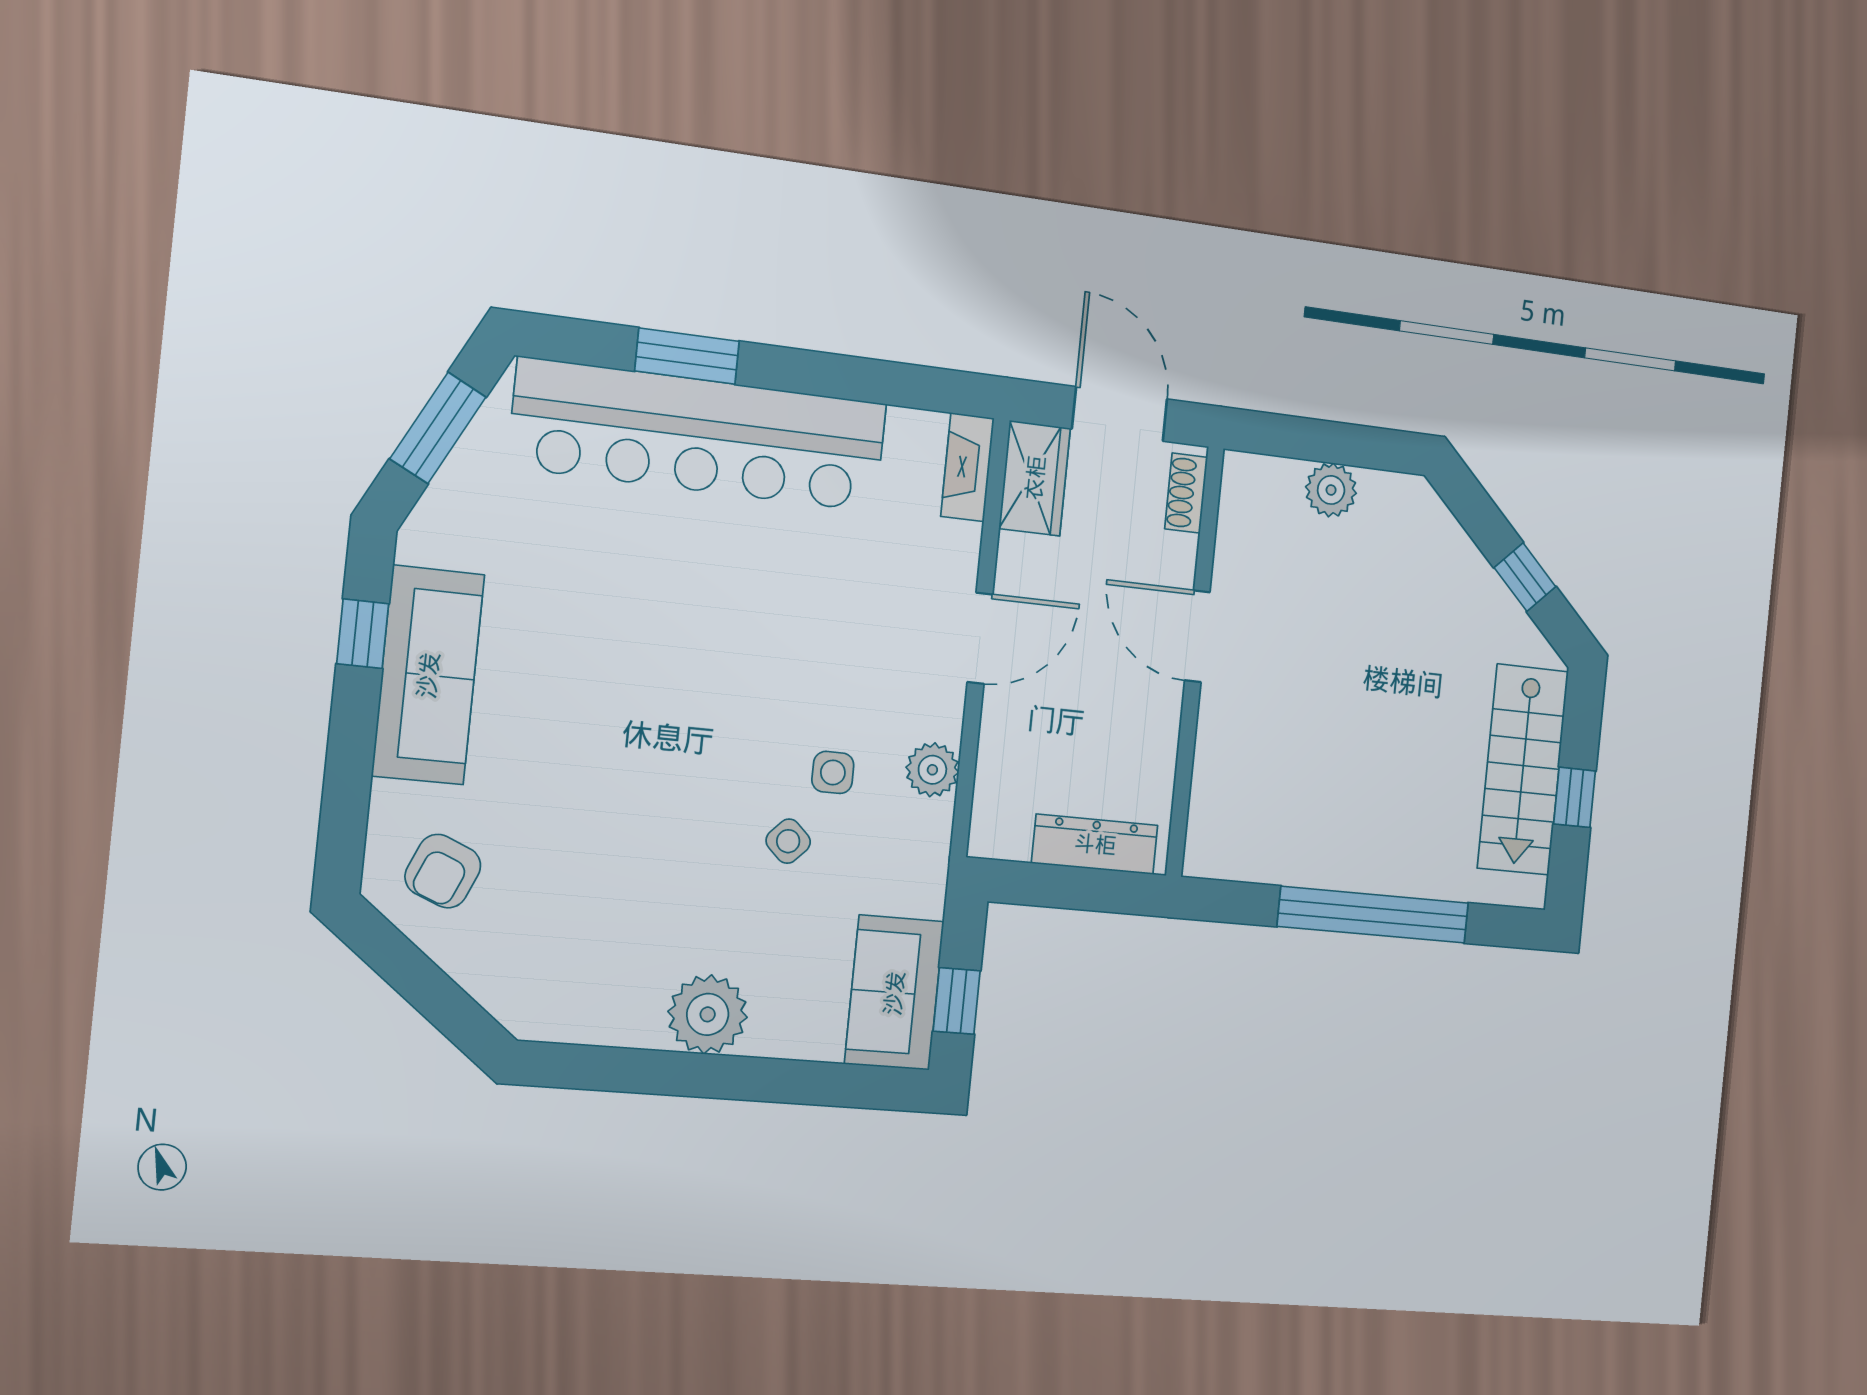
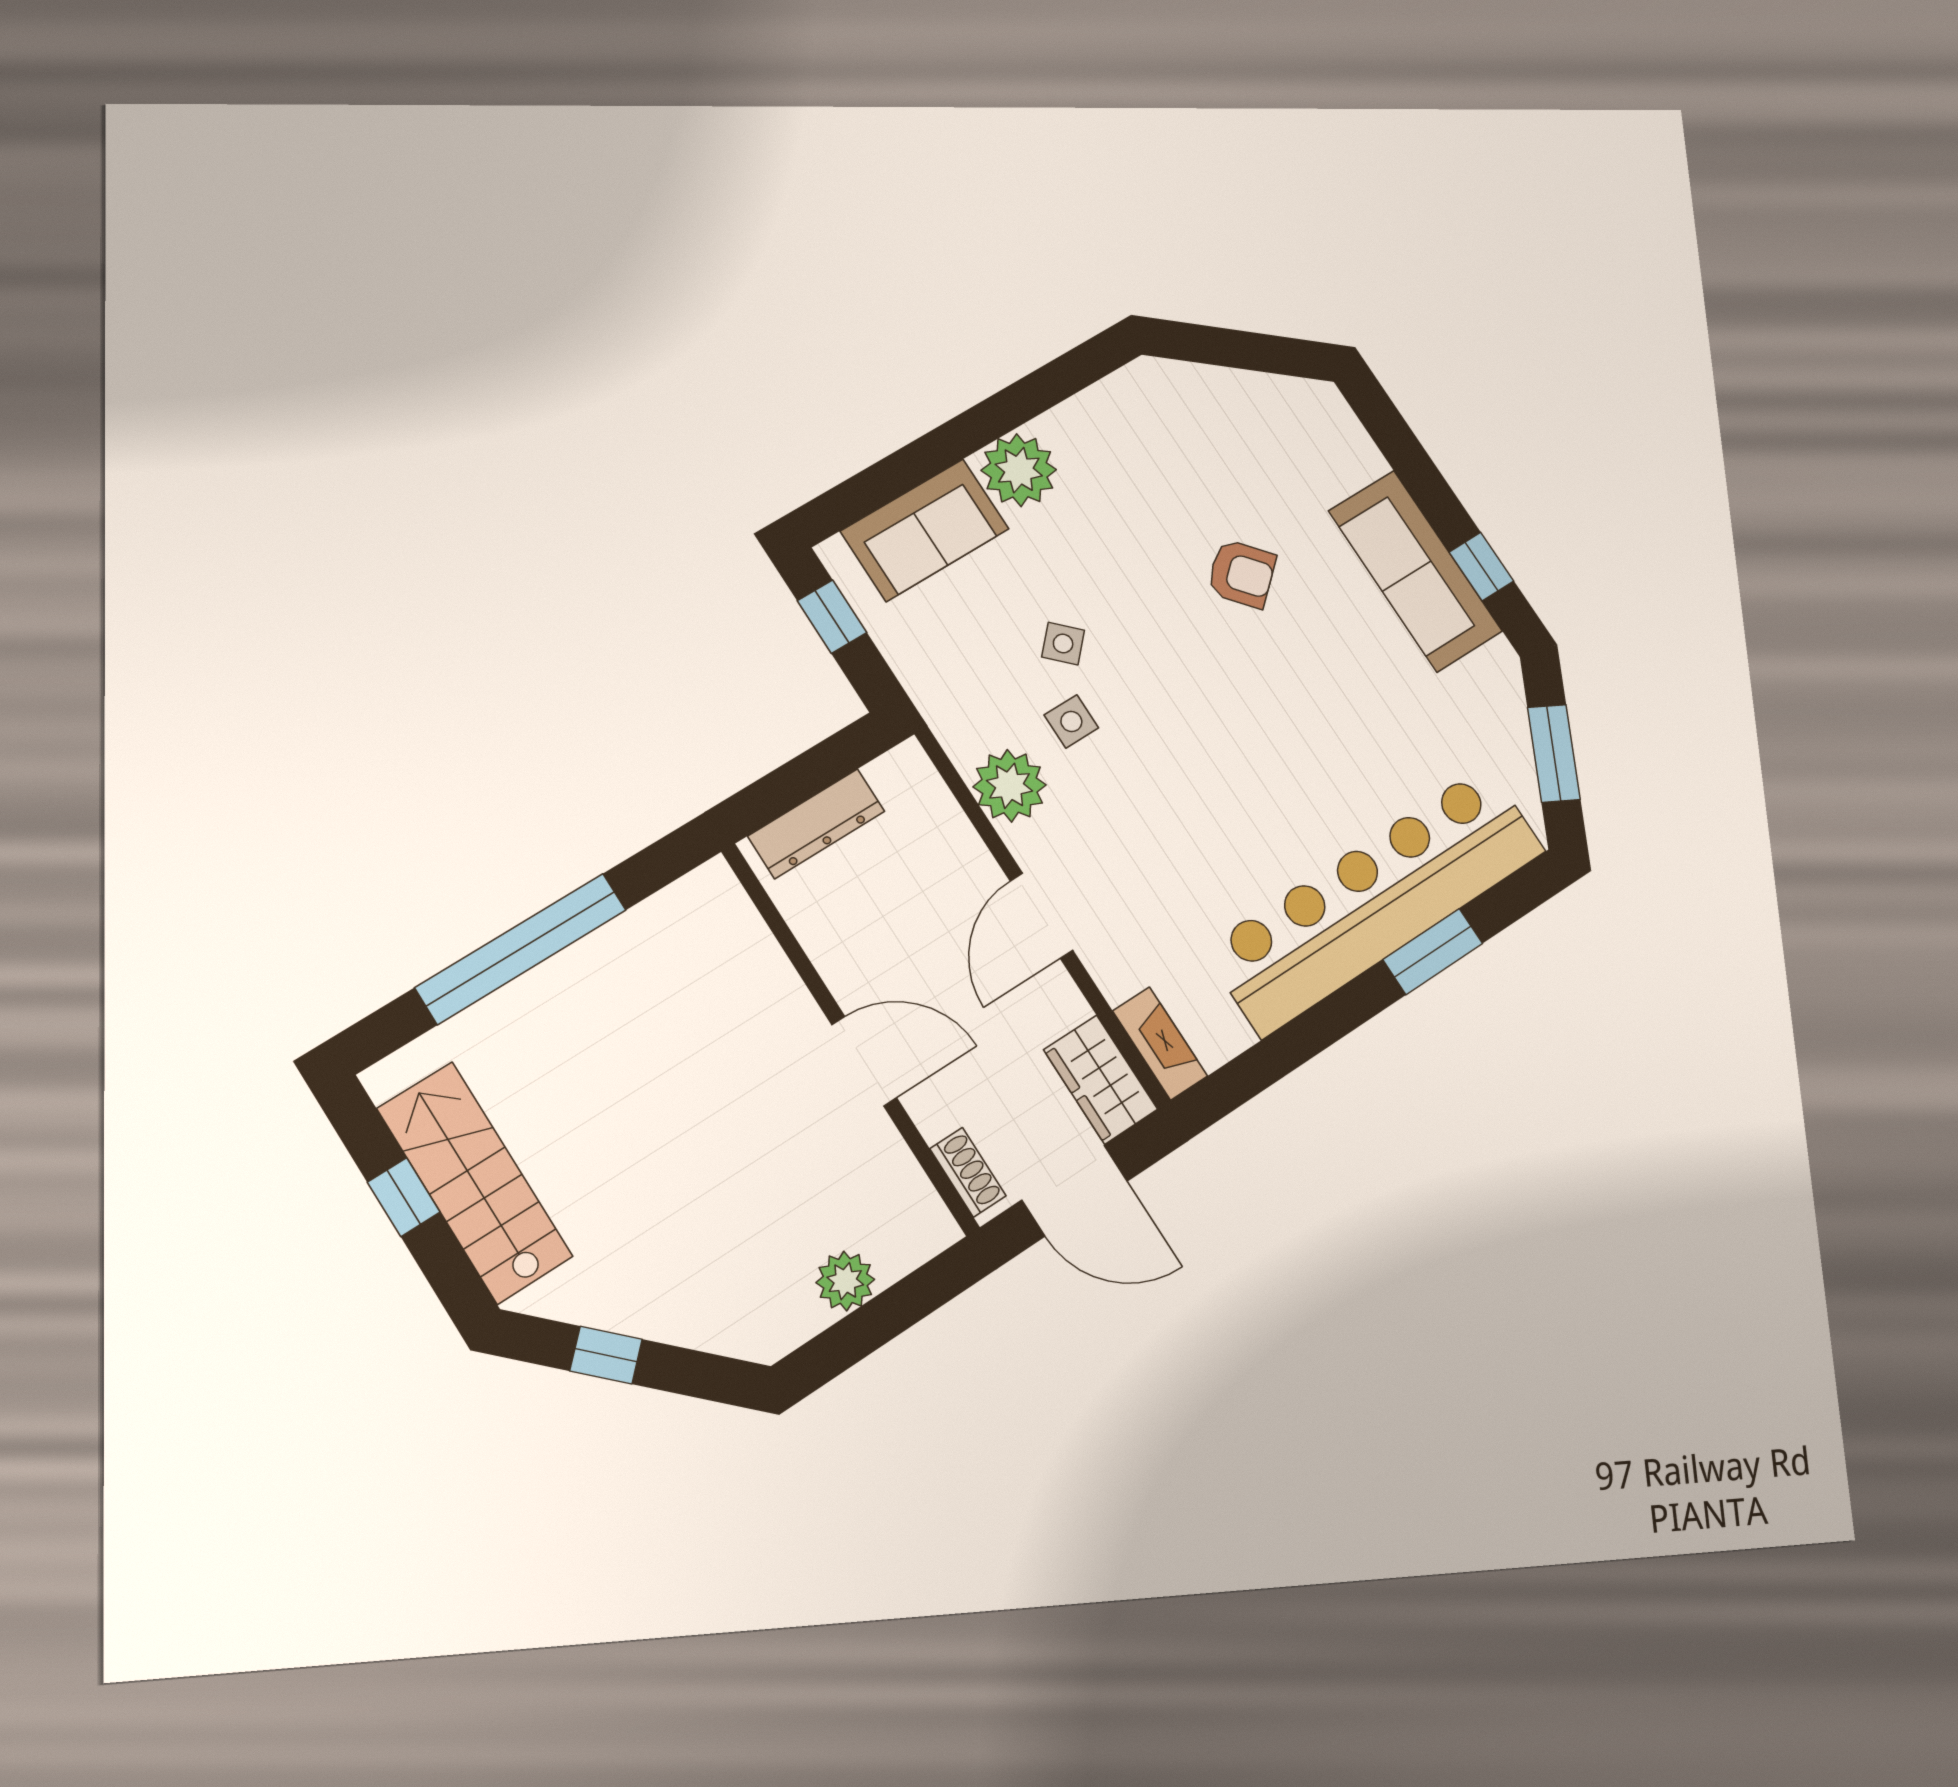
plant: (932, 770) -> (1010, 786), width x1.36, depth x1.36
armchair: (443, 871) -> (1242, 574), moved, turned 116
sofa: (894, 993) -> (925, 530), moved, turned 90

